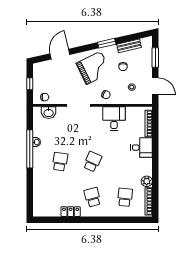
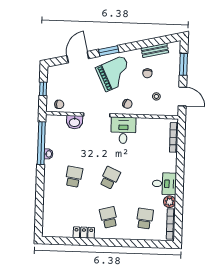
window: (107, 43) -> (109, 51), moved
washbasin: (49, 113) -> (74, 122), moved
desk: (114, 119) -> (123, 130), moved
desk: (141, 148) -> (164, 184), moved
window: (30, 149) -> (41, 143), moved

